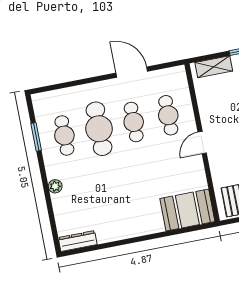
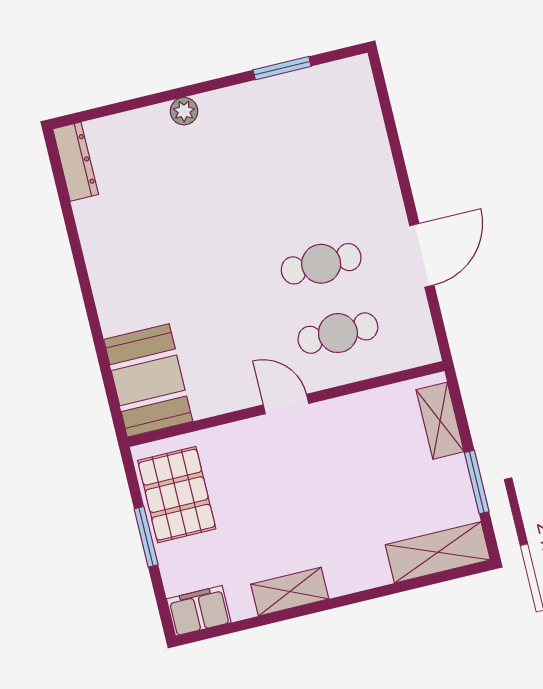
cafe table: (99, 129) -> (304, 194), removed
cafe table: (64, 135) -> (288, 125), removed

